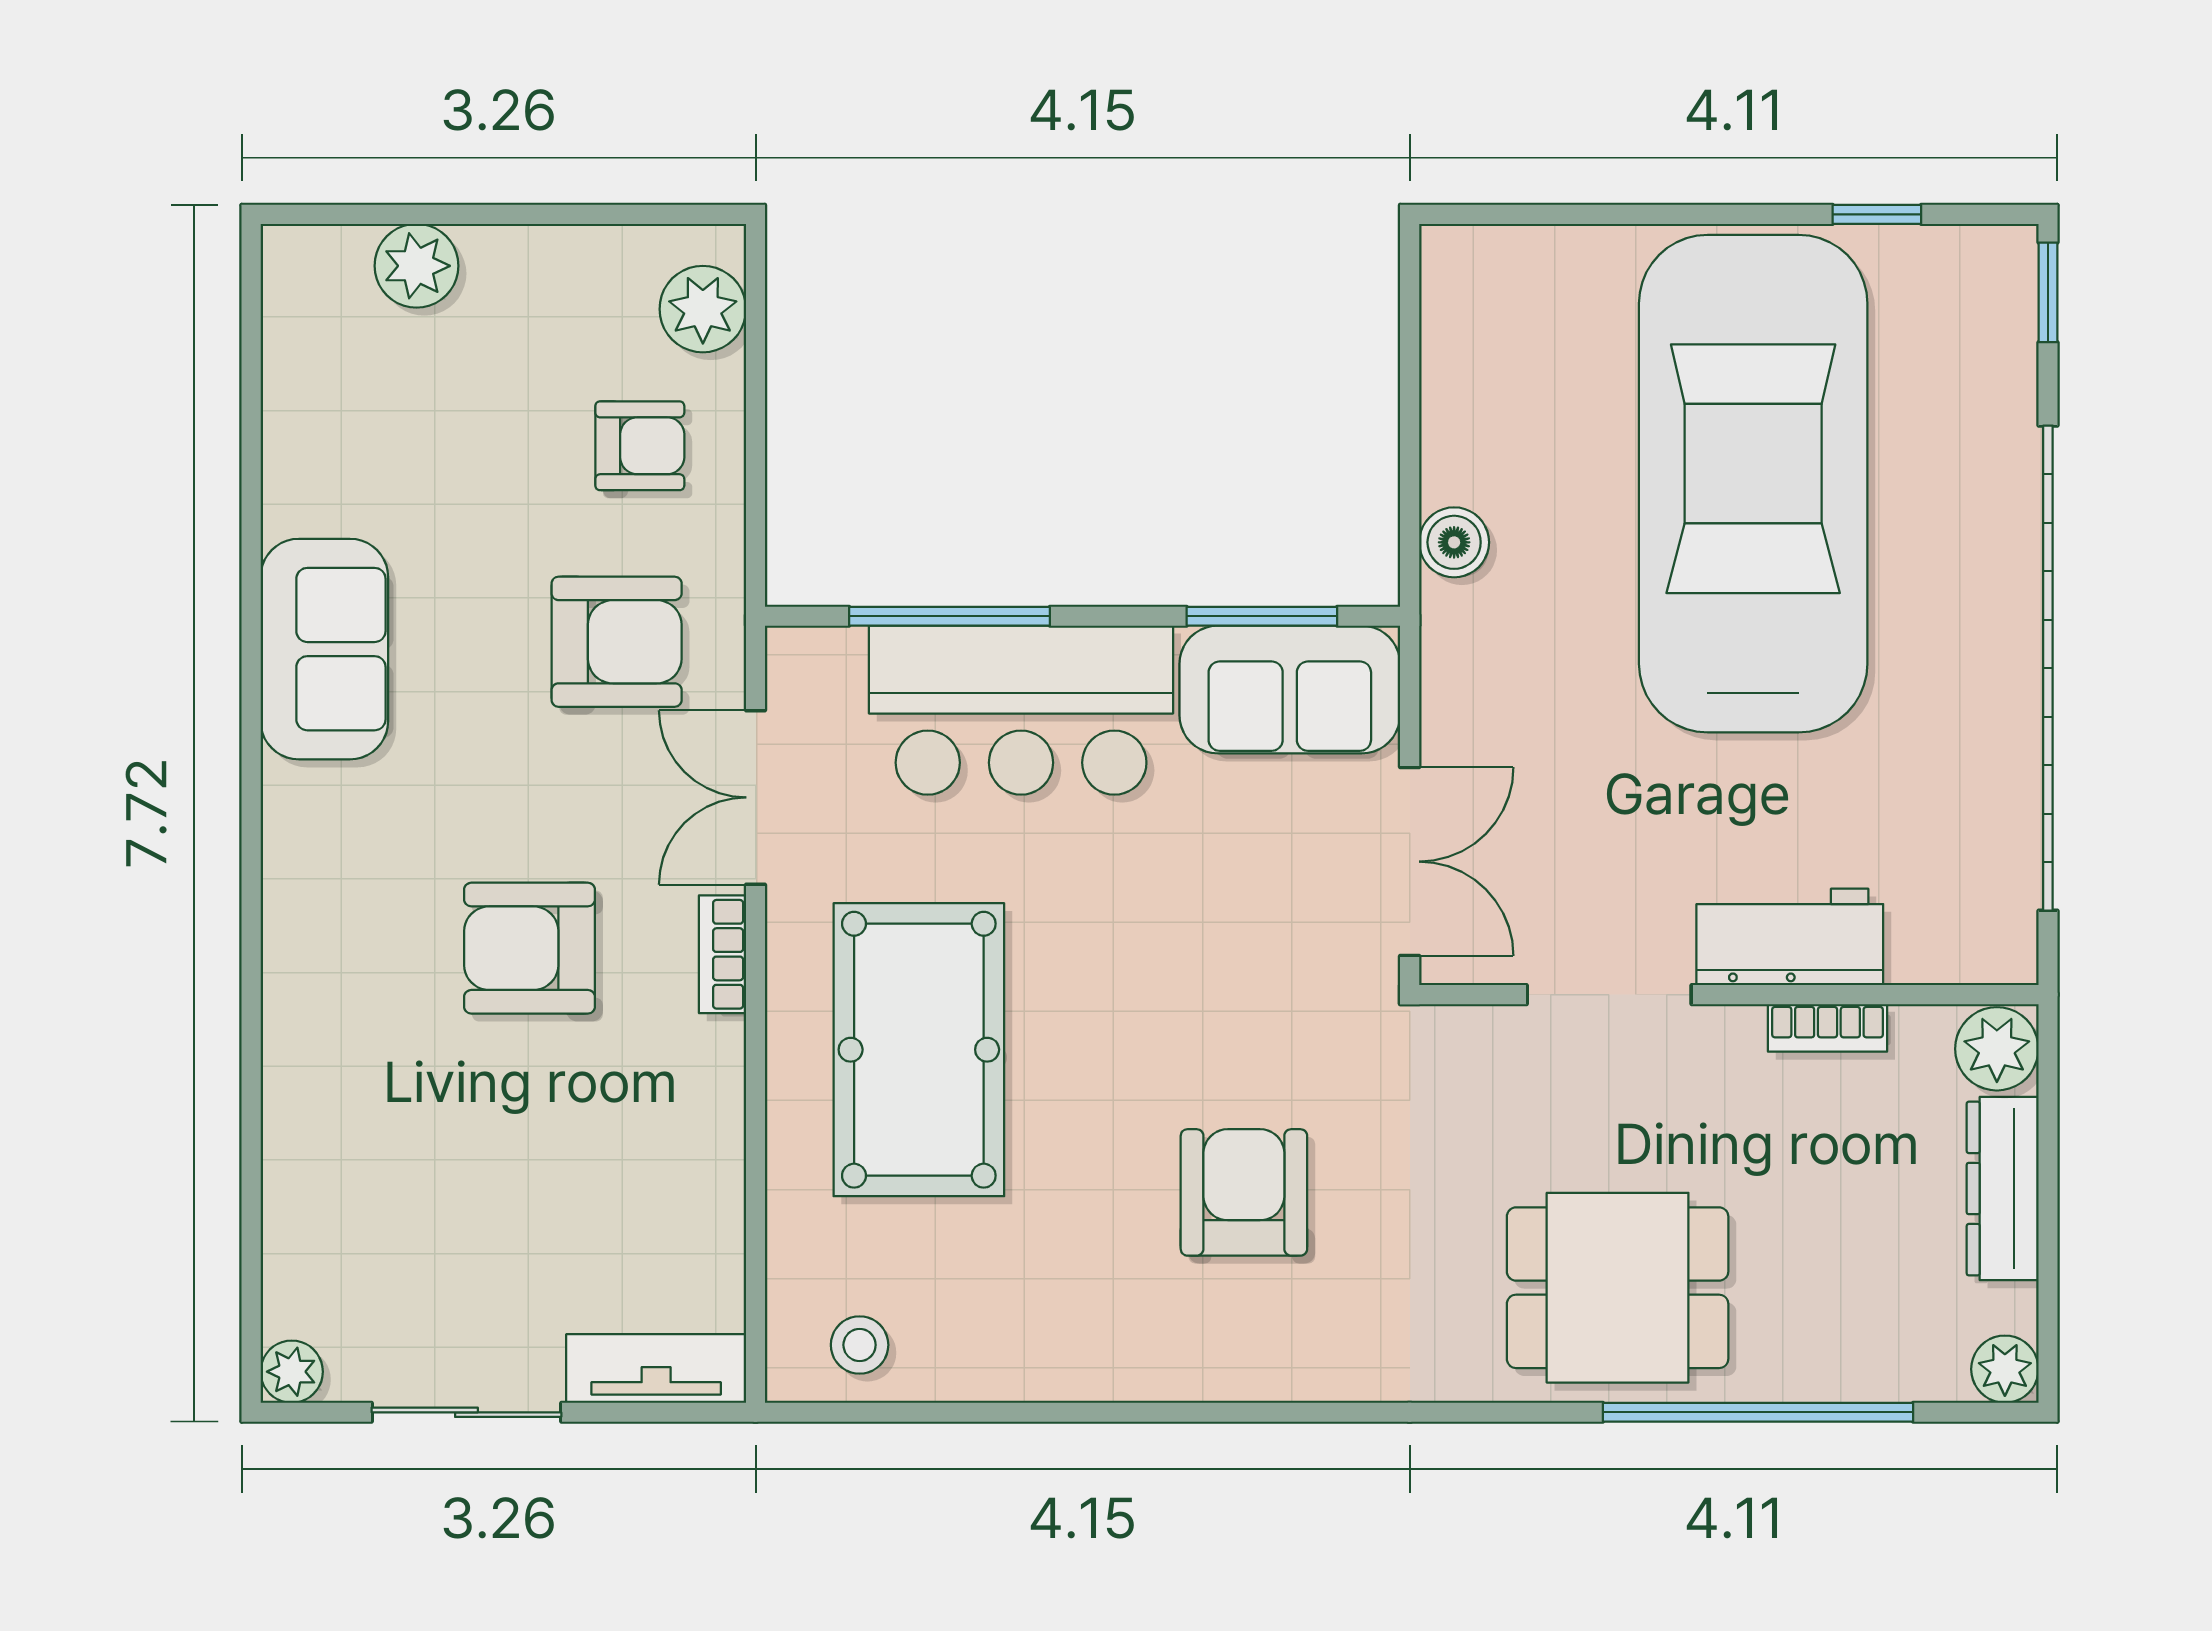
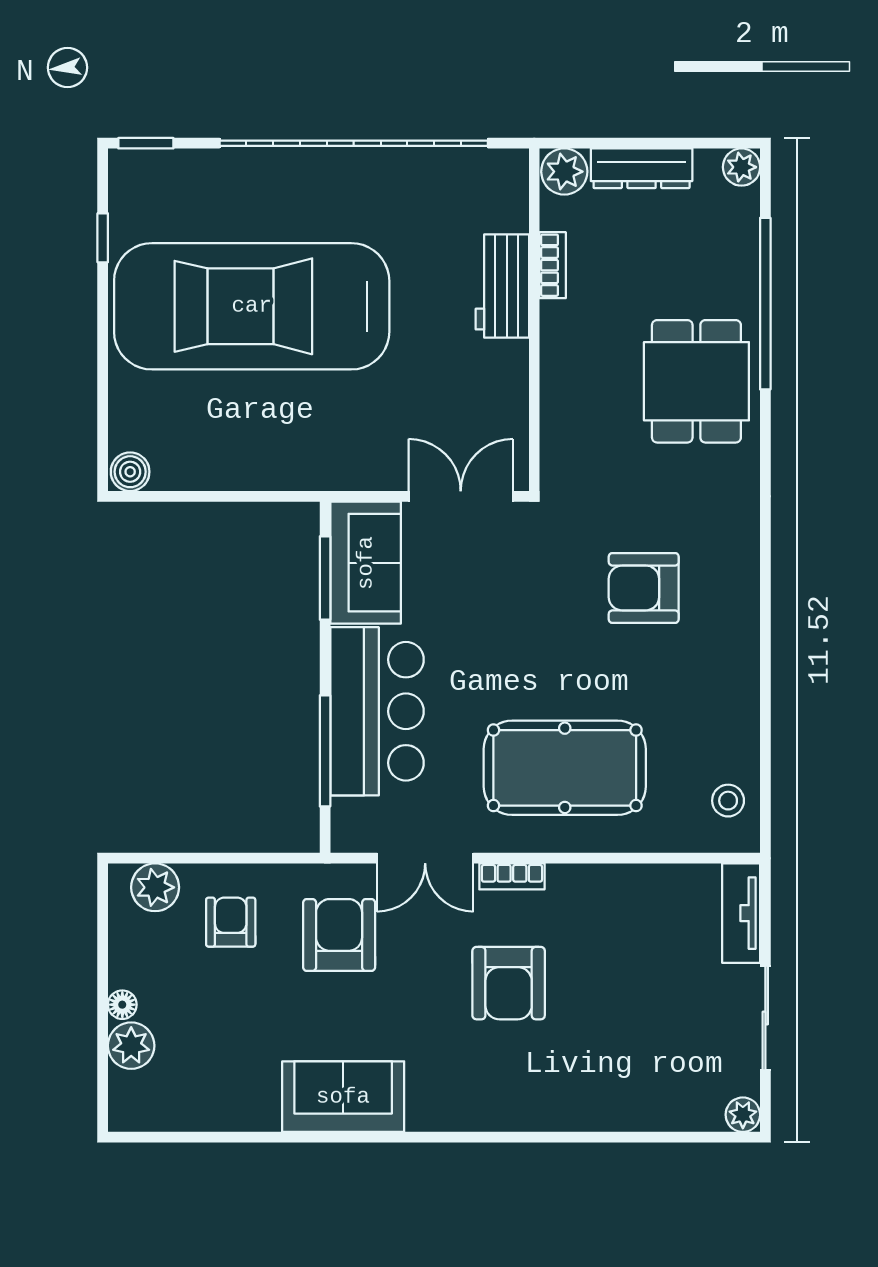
floor lamp: (491, 250) -> (122, 1005), added
boiler: (1454, 542) -> (130, 472), moved
doorway: (1609, 995) -> (534, 386), removed

